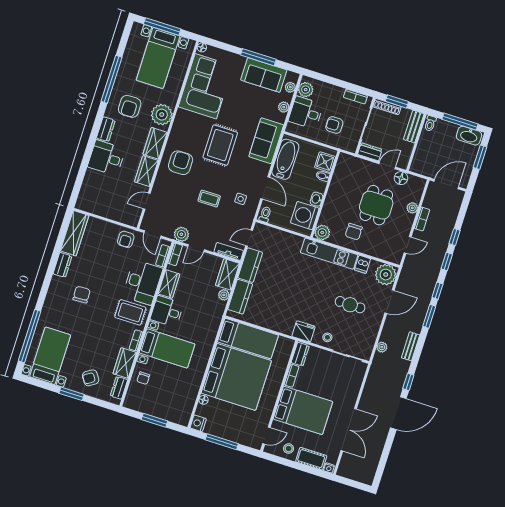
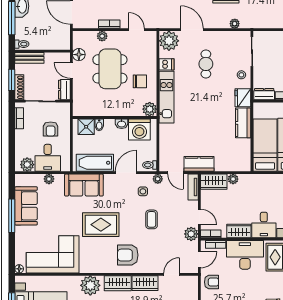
plant: (290, 87) -> (158, 179), moved
door: (147, 201) -> (172, 274), swing flipped
dining table: (376, 205) -> (110, 69), width x1.38
kitchen counter: (240, 297) -> (243, 123), moved, turned -90

